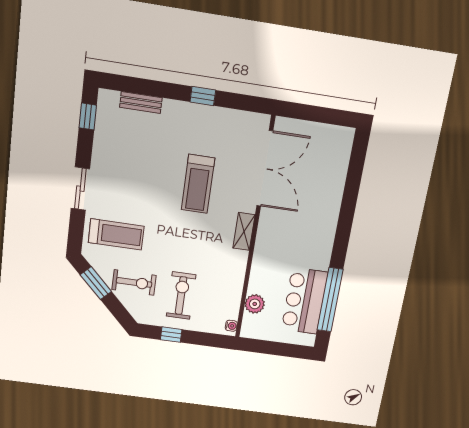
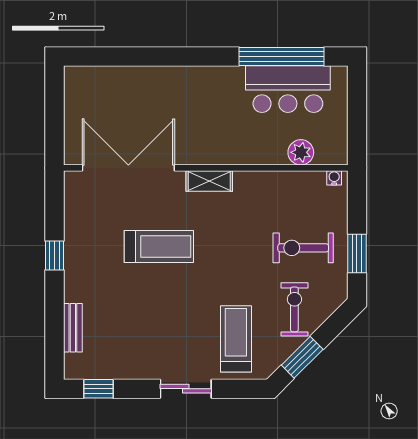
window: (171, 335) -> (357, 253), width x1.50

